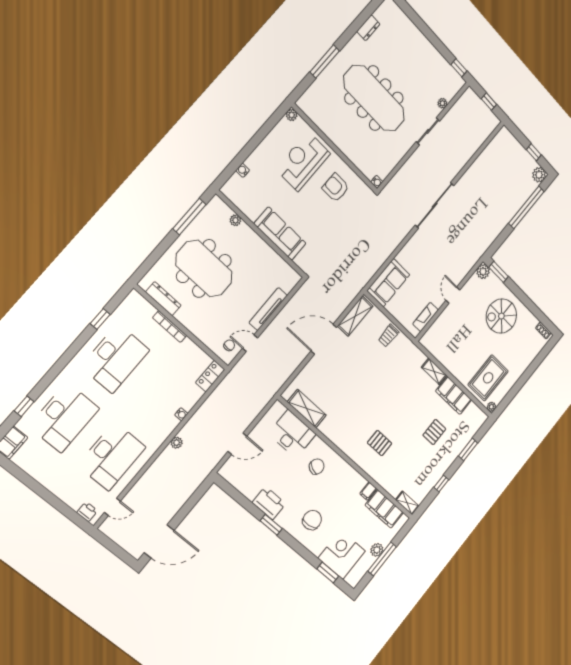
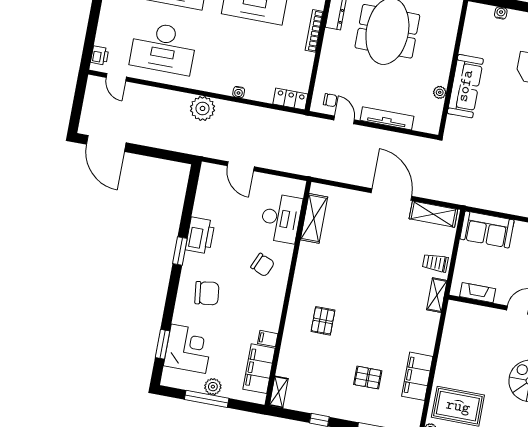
plant: (235, 220) -> (440, 92), moved
shelving: (434, 371) -> (437, 295), moved
plant: (177, 443) -> (203, 108), width x1.87, depth x1.87

